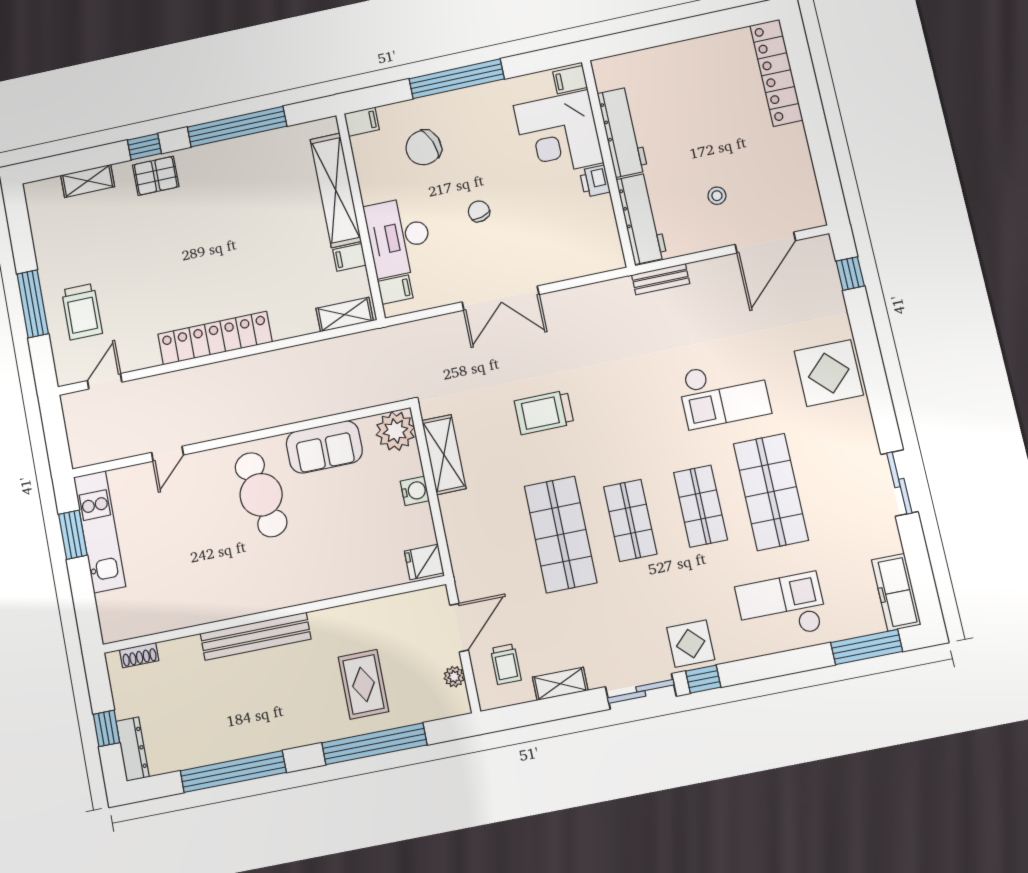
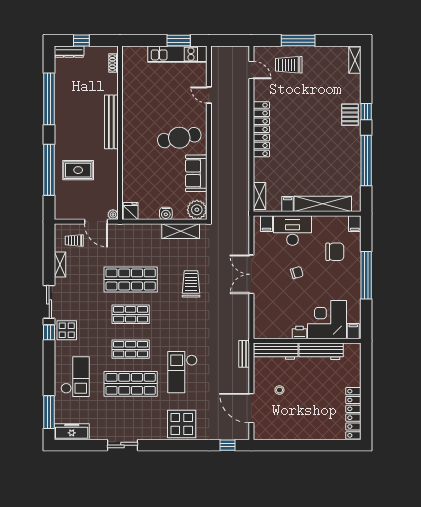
locker: (776, 73) -> (353, 413), moved, turned -90
chair: (424, 148) -> (335, 252), turned 111
shelving: (88, 181) -> (355, 60), moved
plant: (454, 677) -> (113, 214), moved

